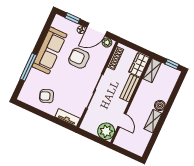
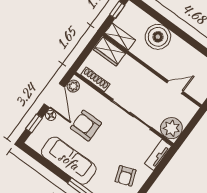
armchair: (79, 58) -> (86, 126), turned 90
bench: (130, 88) -> (136, 69), removed
boiler: (160, 105) -> (158, 37), width x1.86, depth x1.86
shelving: (153, 121) -> (184, 48), removed
plant: (106, 131) -> (171, 128), moved

